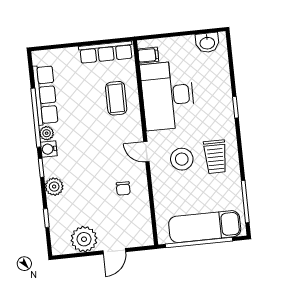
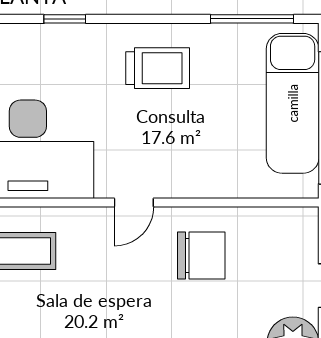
stool: (182, 159) -> (156, 135), removed
chair: (123, 188) -> (201, 256), width x1.87, depth x1.87

